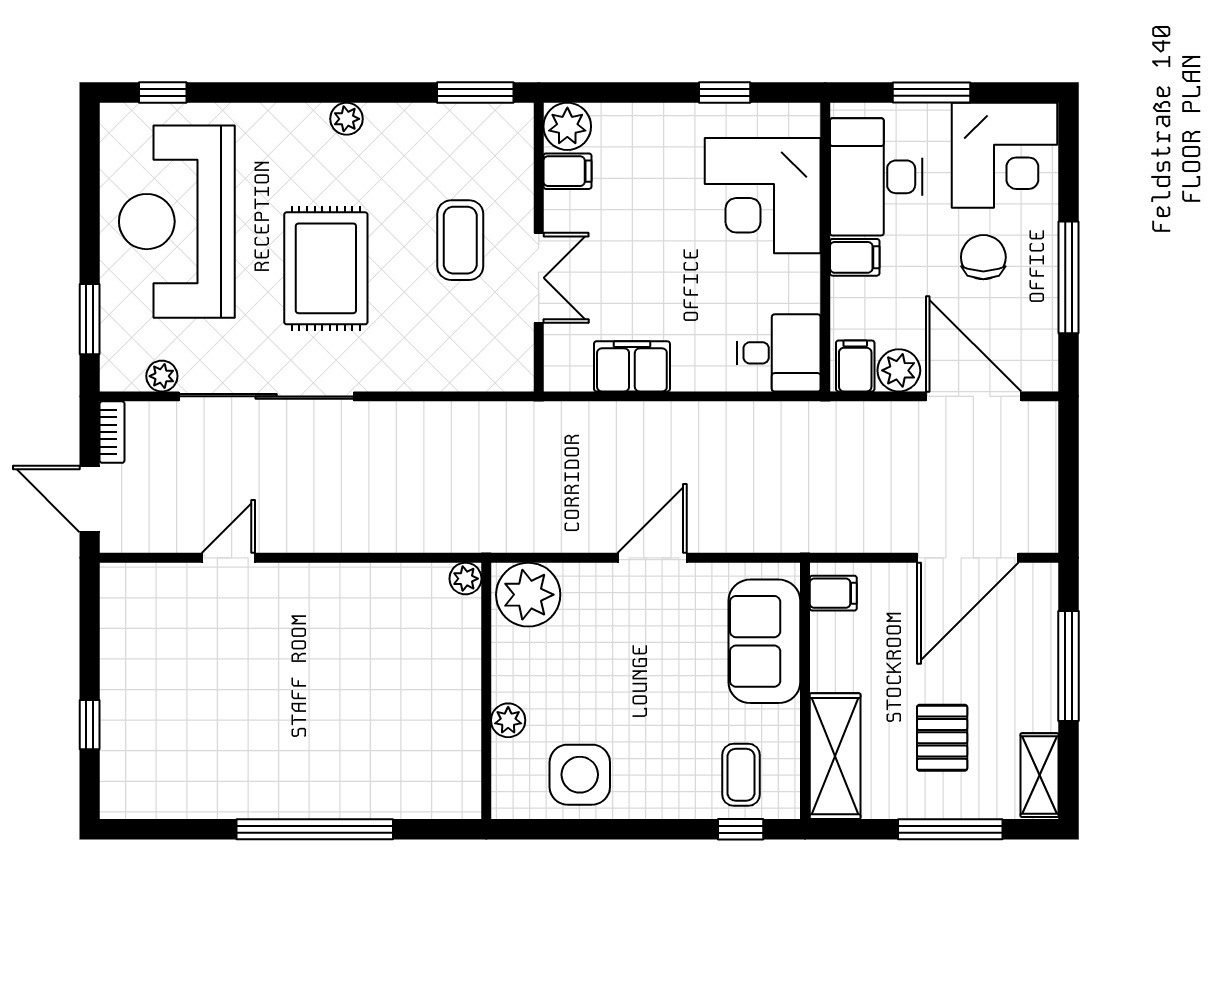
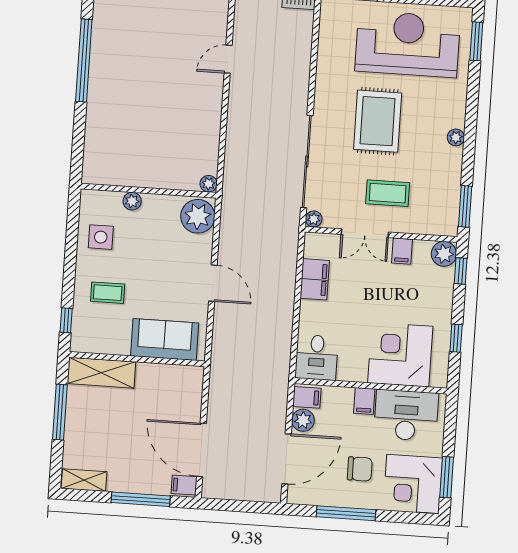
window: (163, 93) -> (476, 41), width x1.50
window: (598, 93) -> (461, 271), added
window: (931, 93) -> (447, 477), moved
filing cabinet: (567, 171) -> (402, 251), moved
rug: (326, 268) -> (378, 121), turned 90
plant: (162, 376) -> (314, 219), moved
sliding door: (266, 396) -> (307, 162), moved
door: (228, 558) -> (228, 59), swing flipped
filing cabinet: (833, 593) -> (184, 485), moved, turned 90
pallet: (942, 738) -> (107, 430), removed
side table: (580, 775) -> (101, 237), width x0.73, depth x0.73
coffee table: (741, 775) -> (108, 293), moved
window: (315, 829) -> (84, 61), moved
window: (950, 829) -> (60, 412), moved

